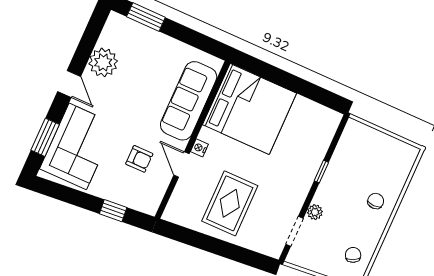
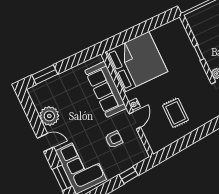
door: (181, 164) -> (135, 120), swing flipped
rug: (230, 203) -> (175, 113), width x0.73, depth x0.70

